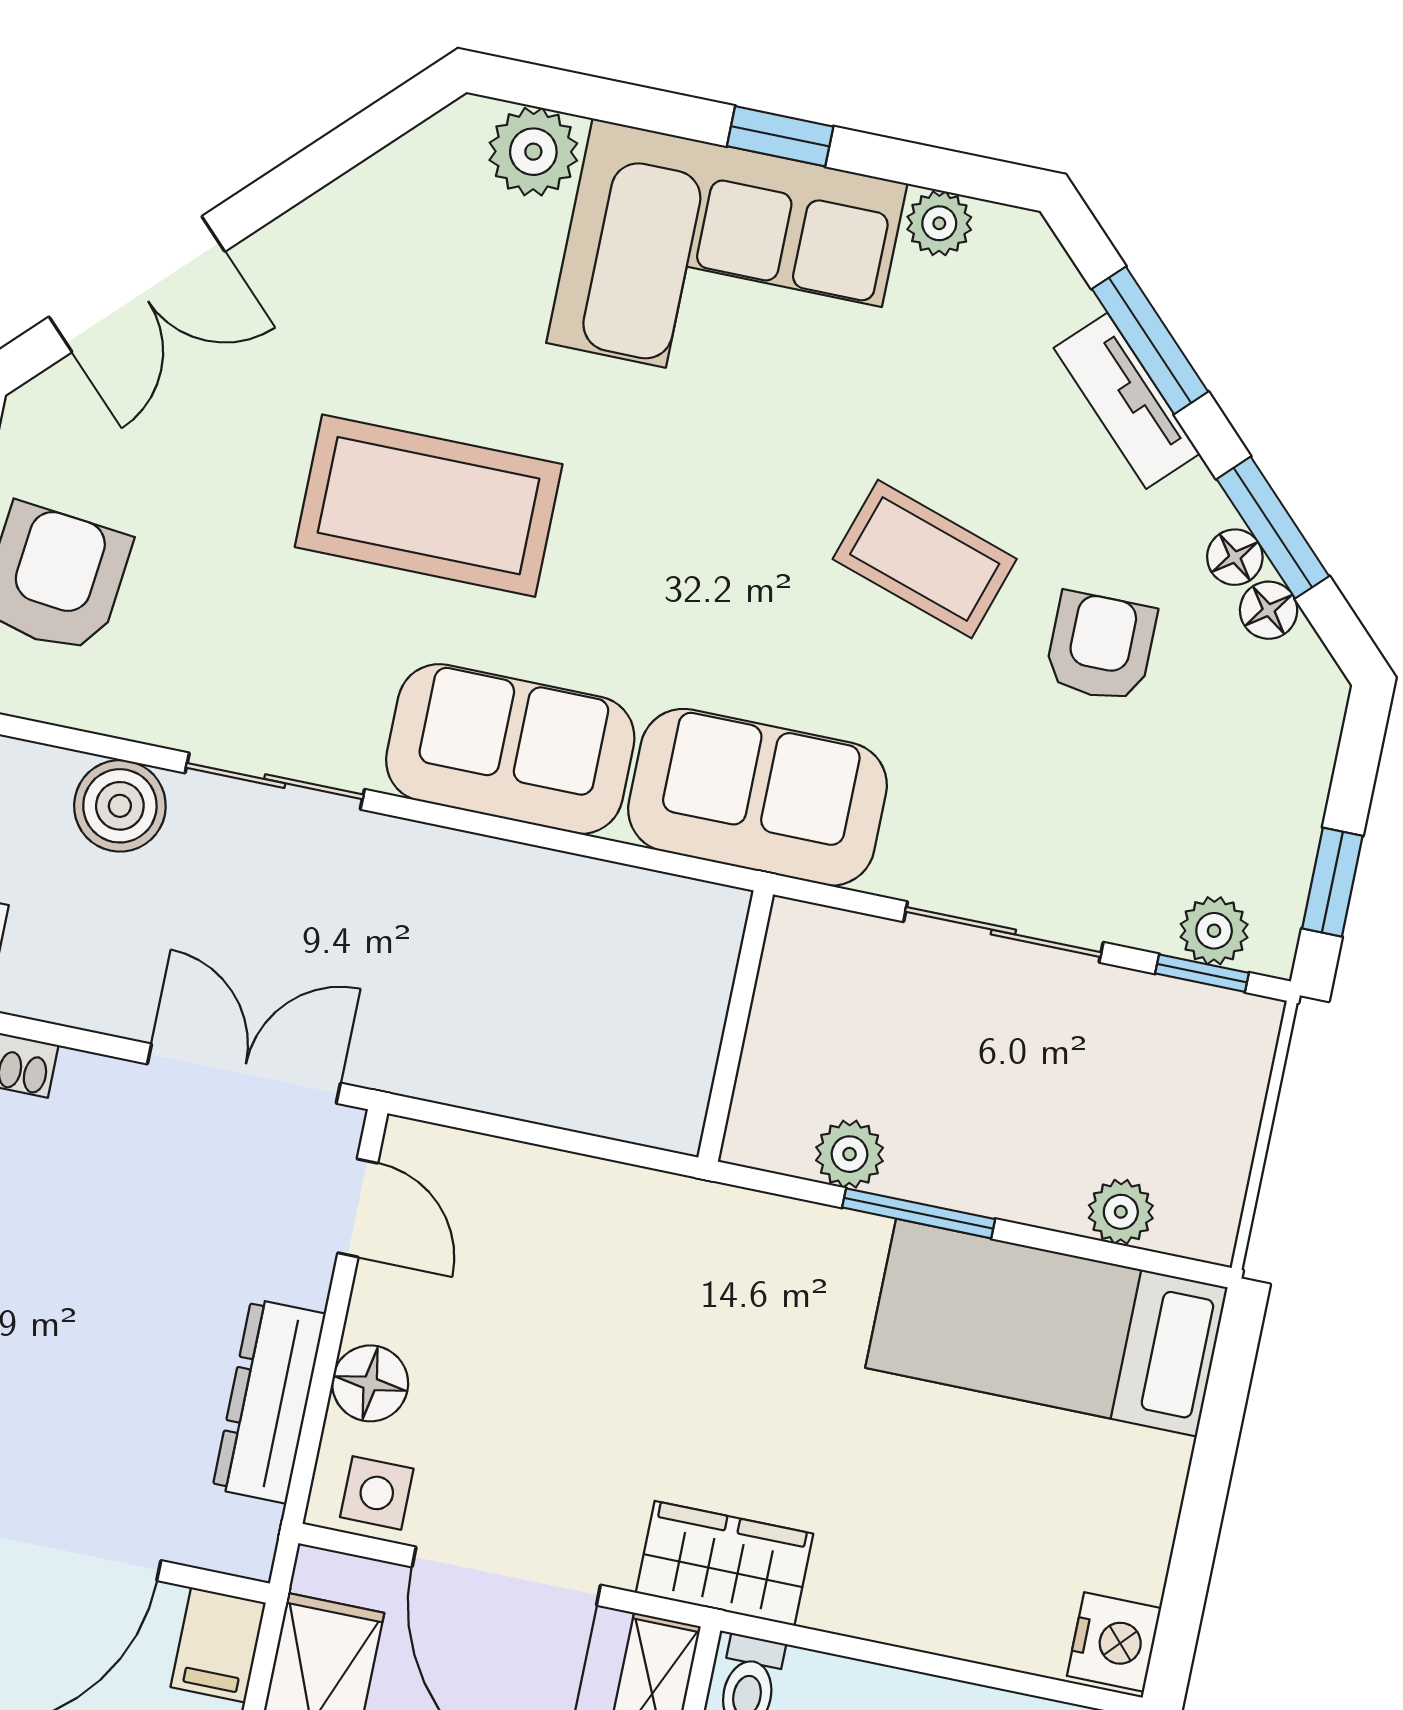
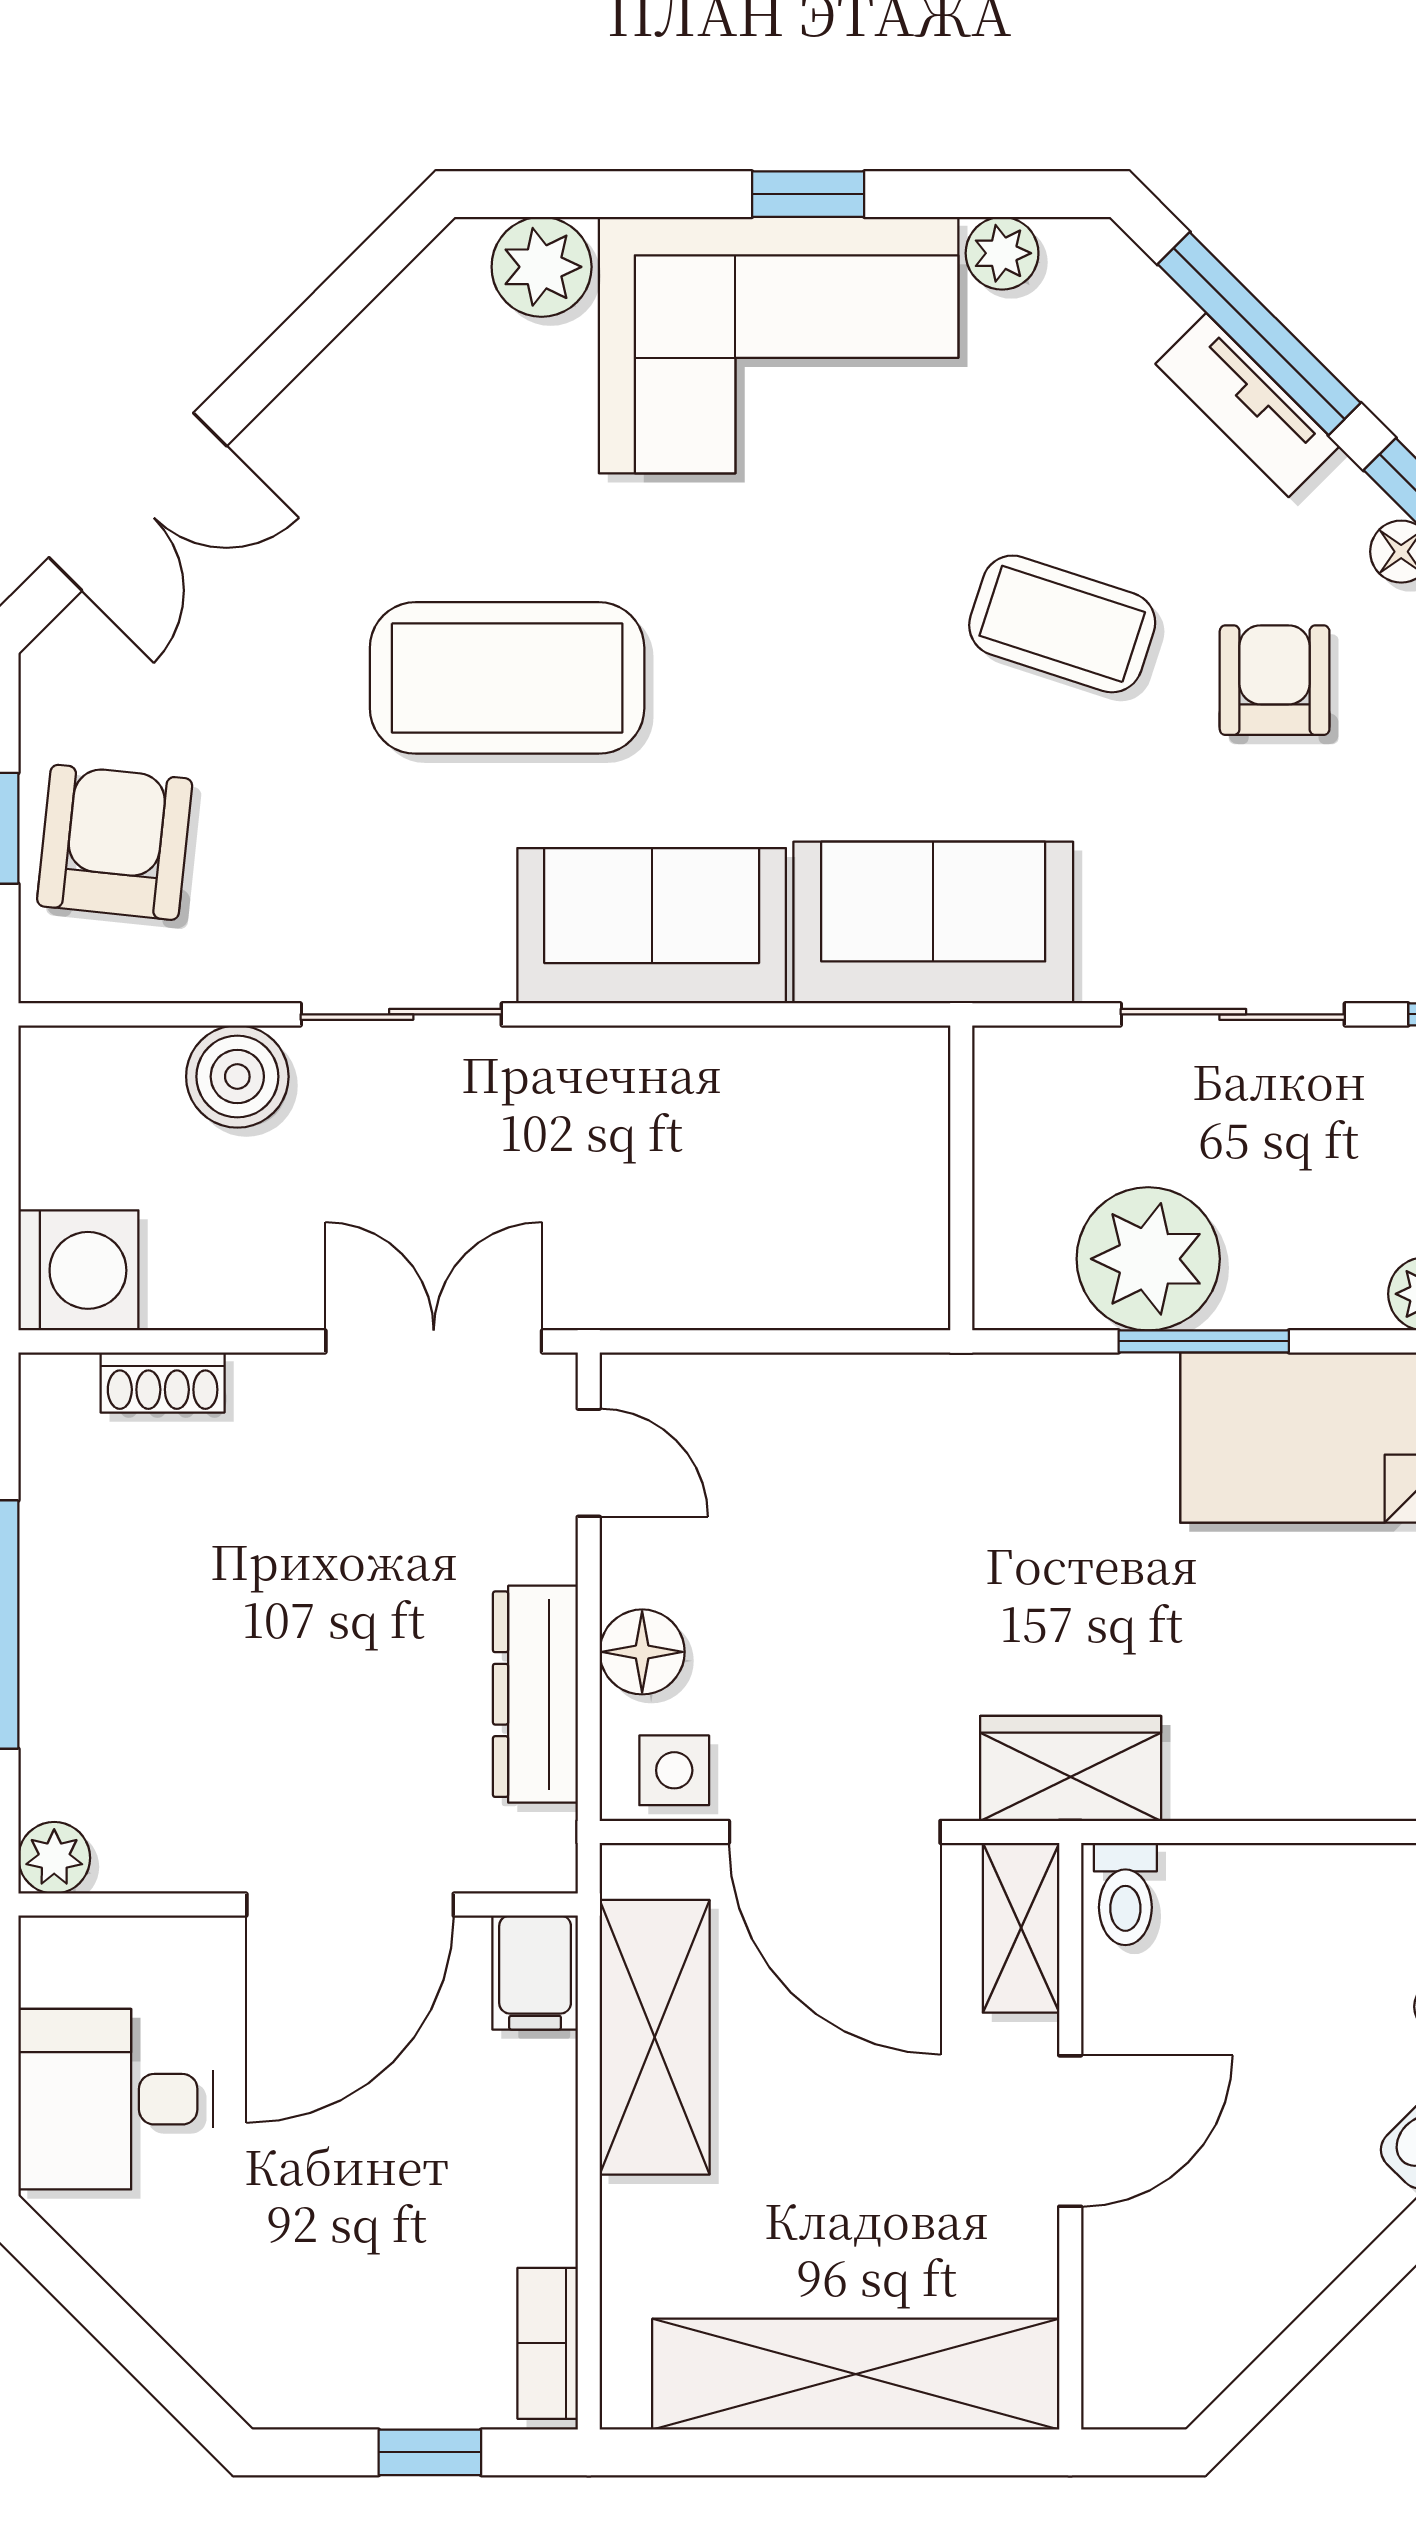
window: (1150, 340) -> (1259, 334), width x1.44
plant: (849, 1154) -> (1148, 1259), width x1.88, depth x1.88

